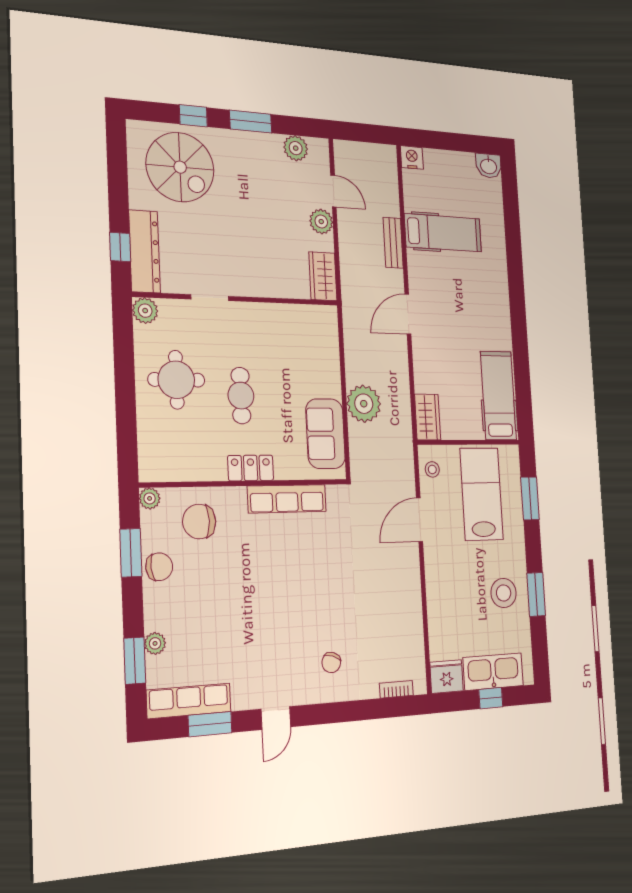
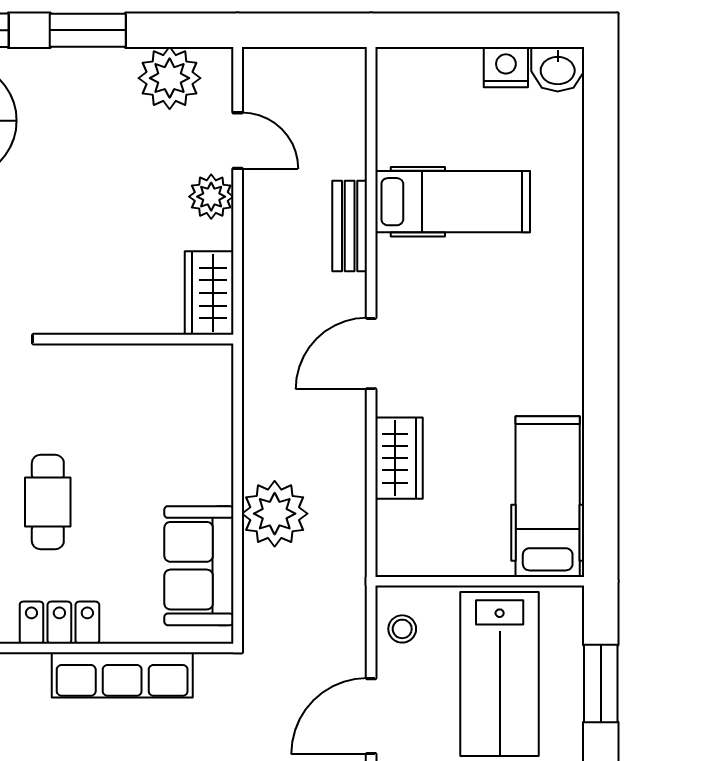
plant: (296, 148) -> (170, 78), width x1.36, depth x1.36
nightstand: (412, 158) -> (506, 67), moved
wardrobe: (428, 417) -> (399, 458), moved
lab bench: (482, 494) -> (500, 674), turned 180

